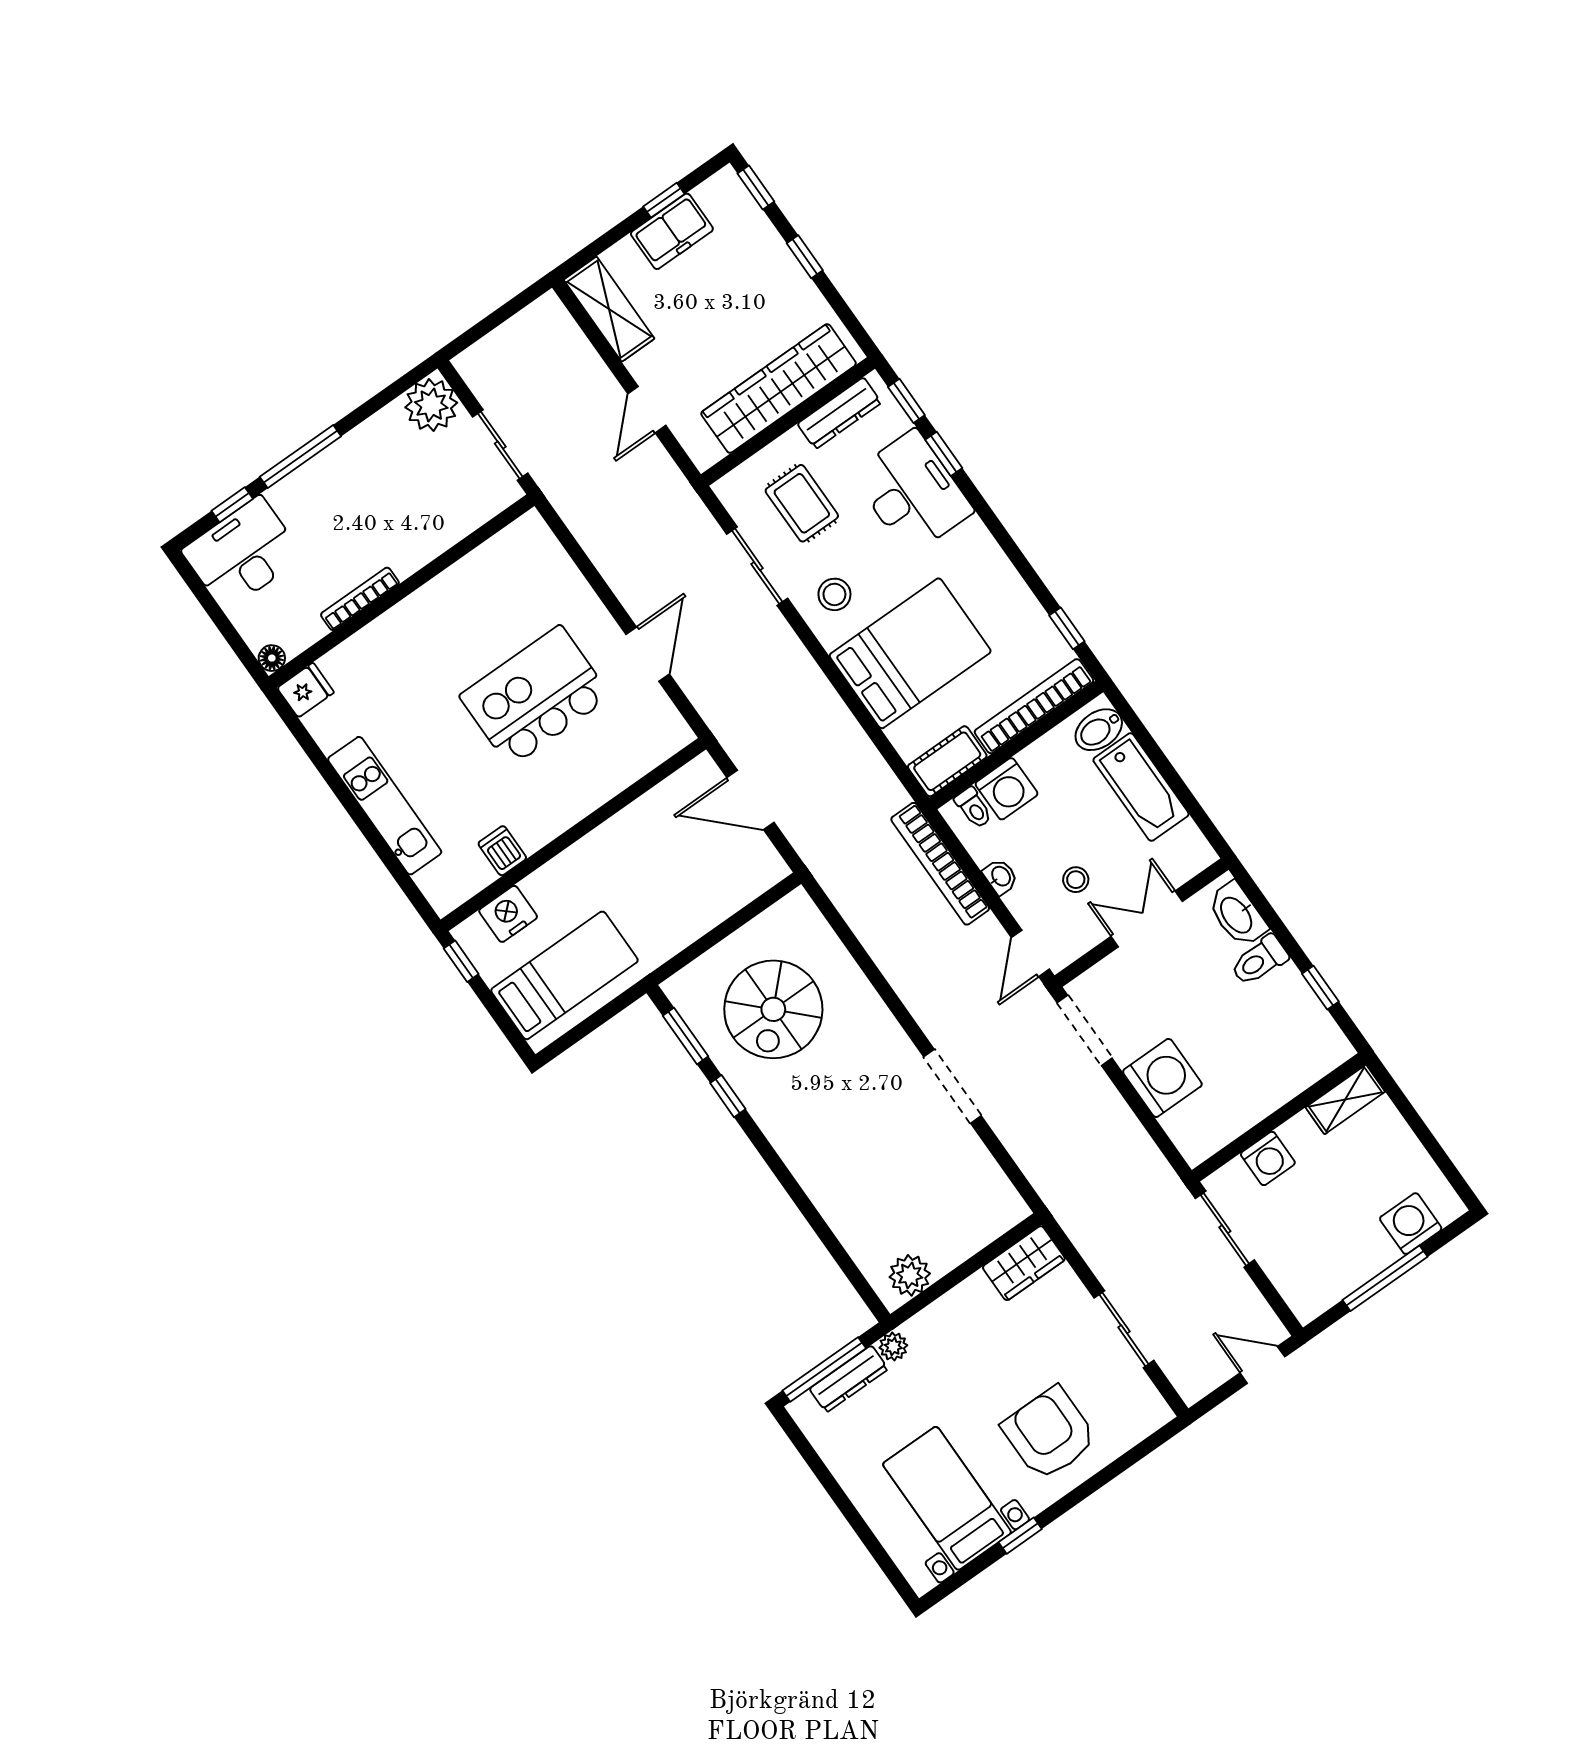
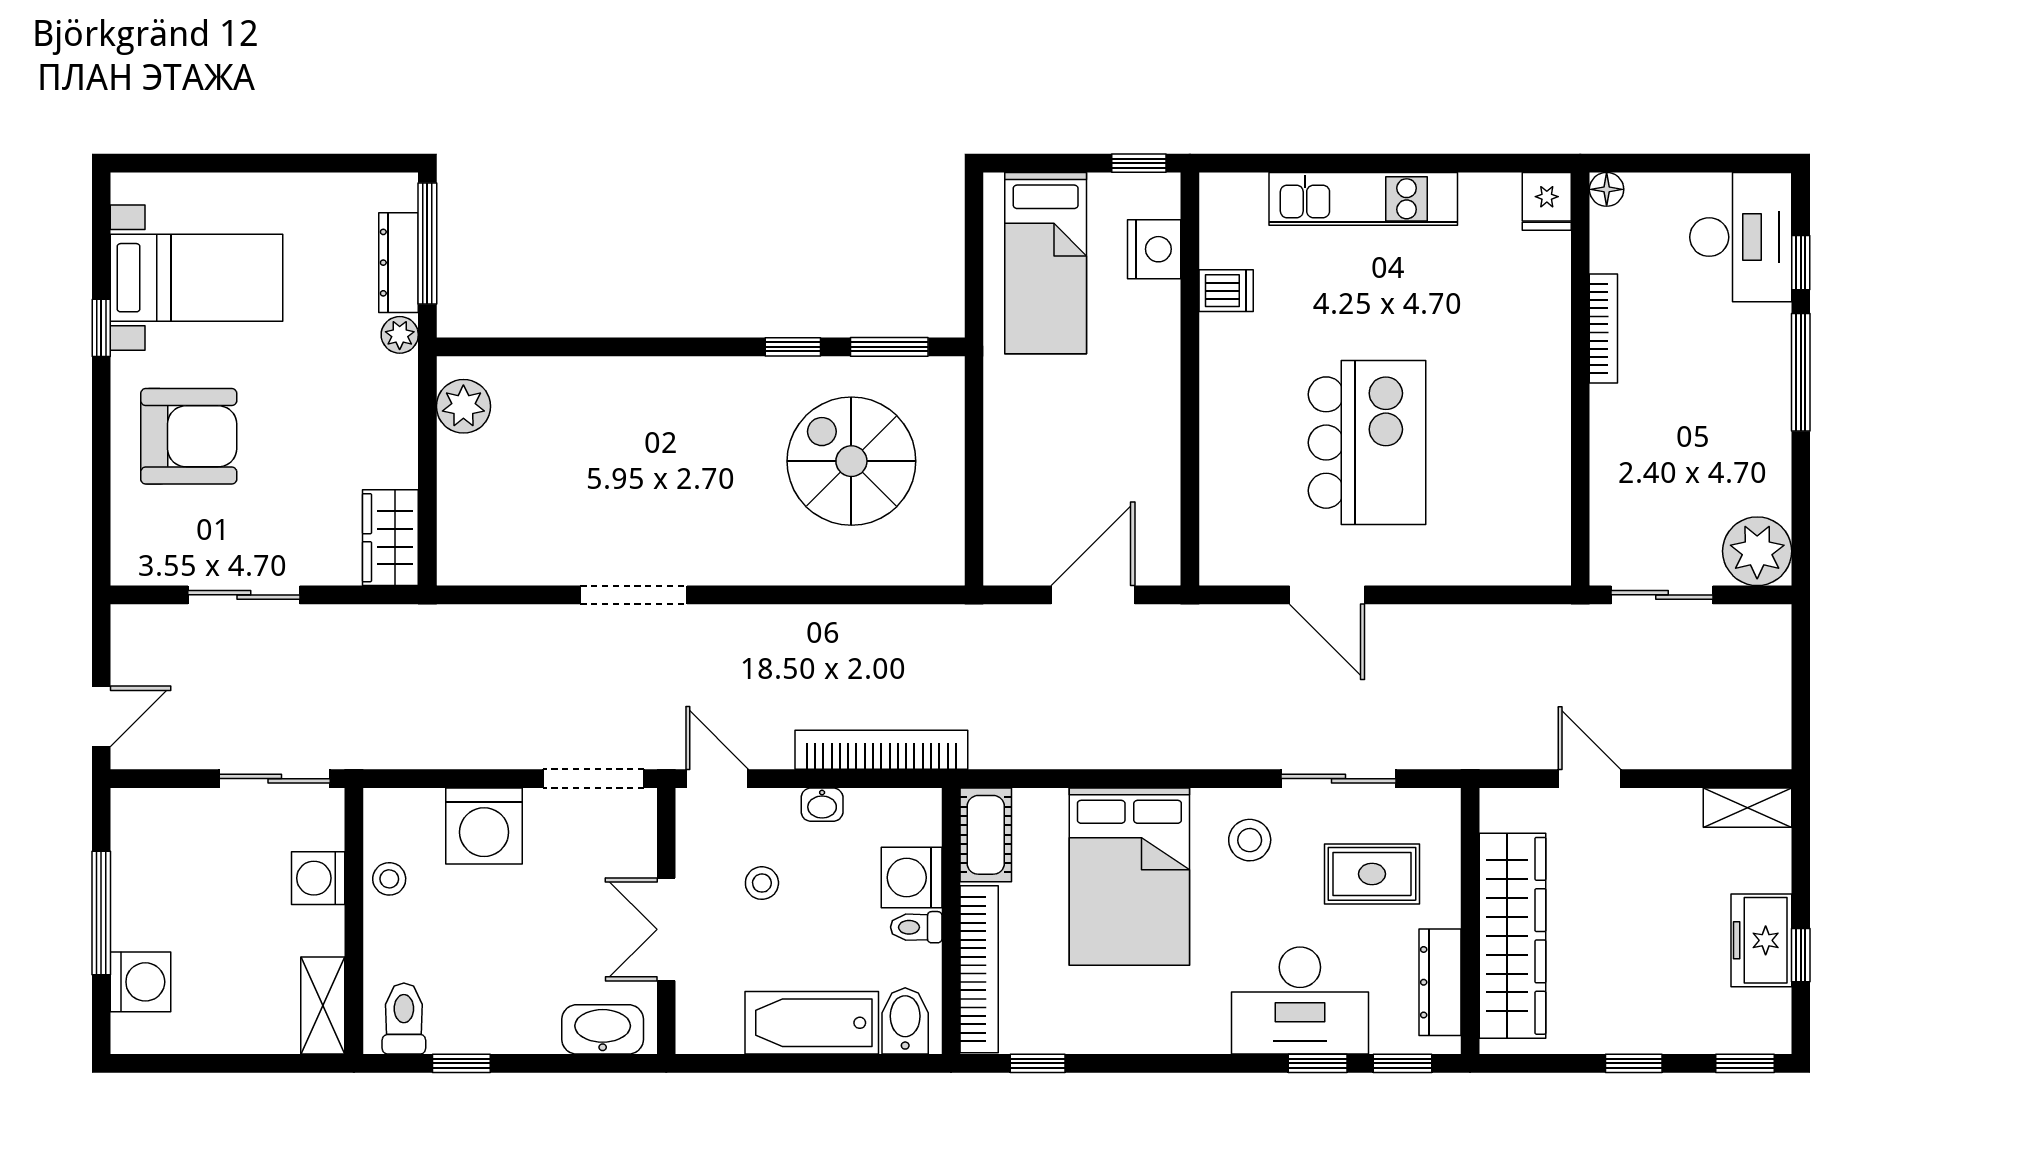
shelving: (609, 309) -> (1748, 808), width x0.67, depth x0.75
toilet: (973, 808) -> (916, 927), moved
double door: (1147, 919) -> (666, 929), swing flipped
toilet: (1259, 960) -> (404, 1019), moved
stool: (1237, 1114) -> (389, 879), added

